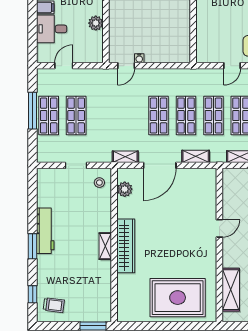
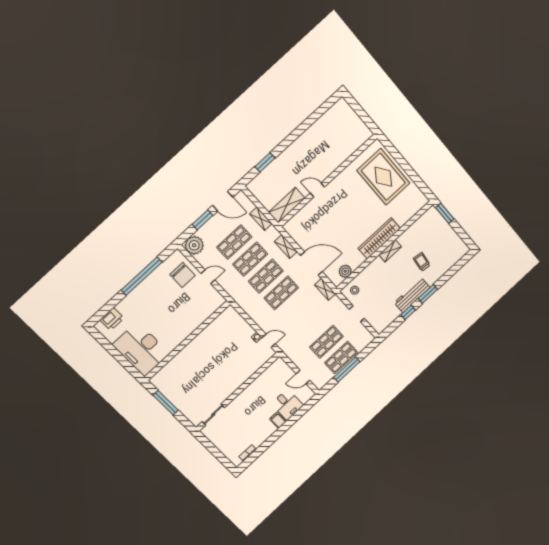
plant: (96, 23) -> (259, 383), removed
shelving: (231, 290) -> (287, 205), moved
window: (33, 294) -> (408, 312), moved
trolley: (54, 305) -> (422, 262), moved

